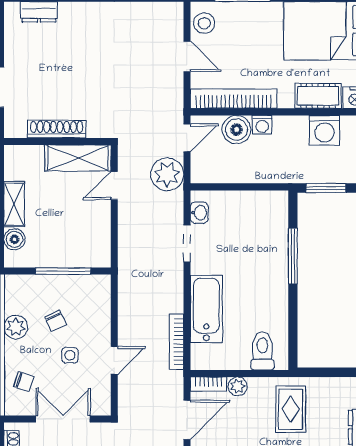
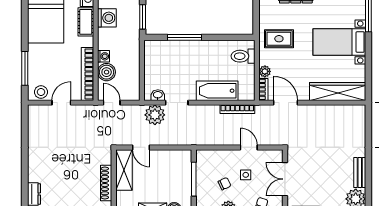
plant: (167, 174) -> (155, 115), moved

